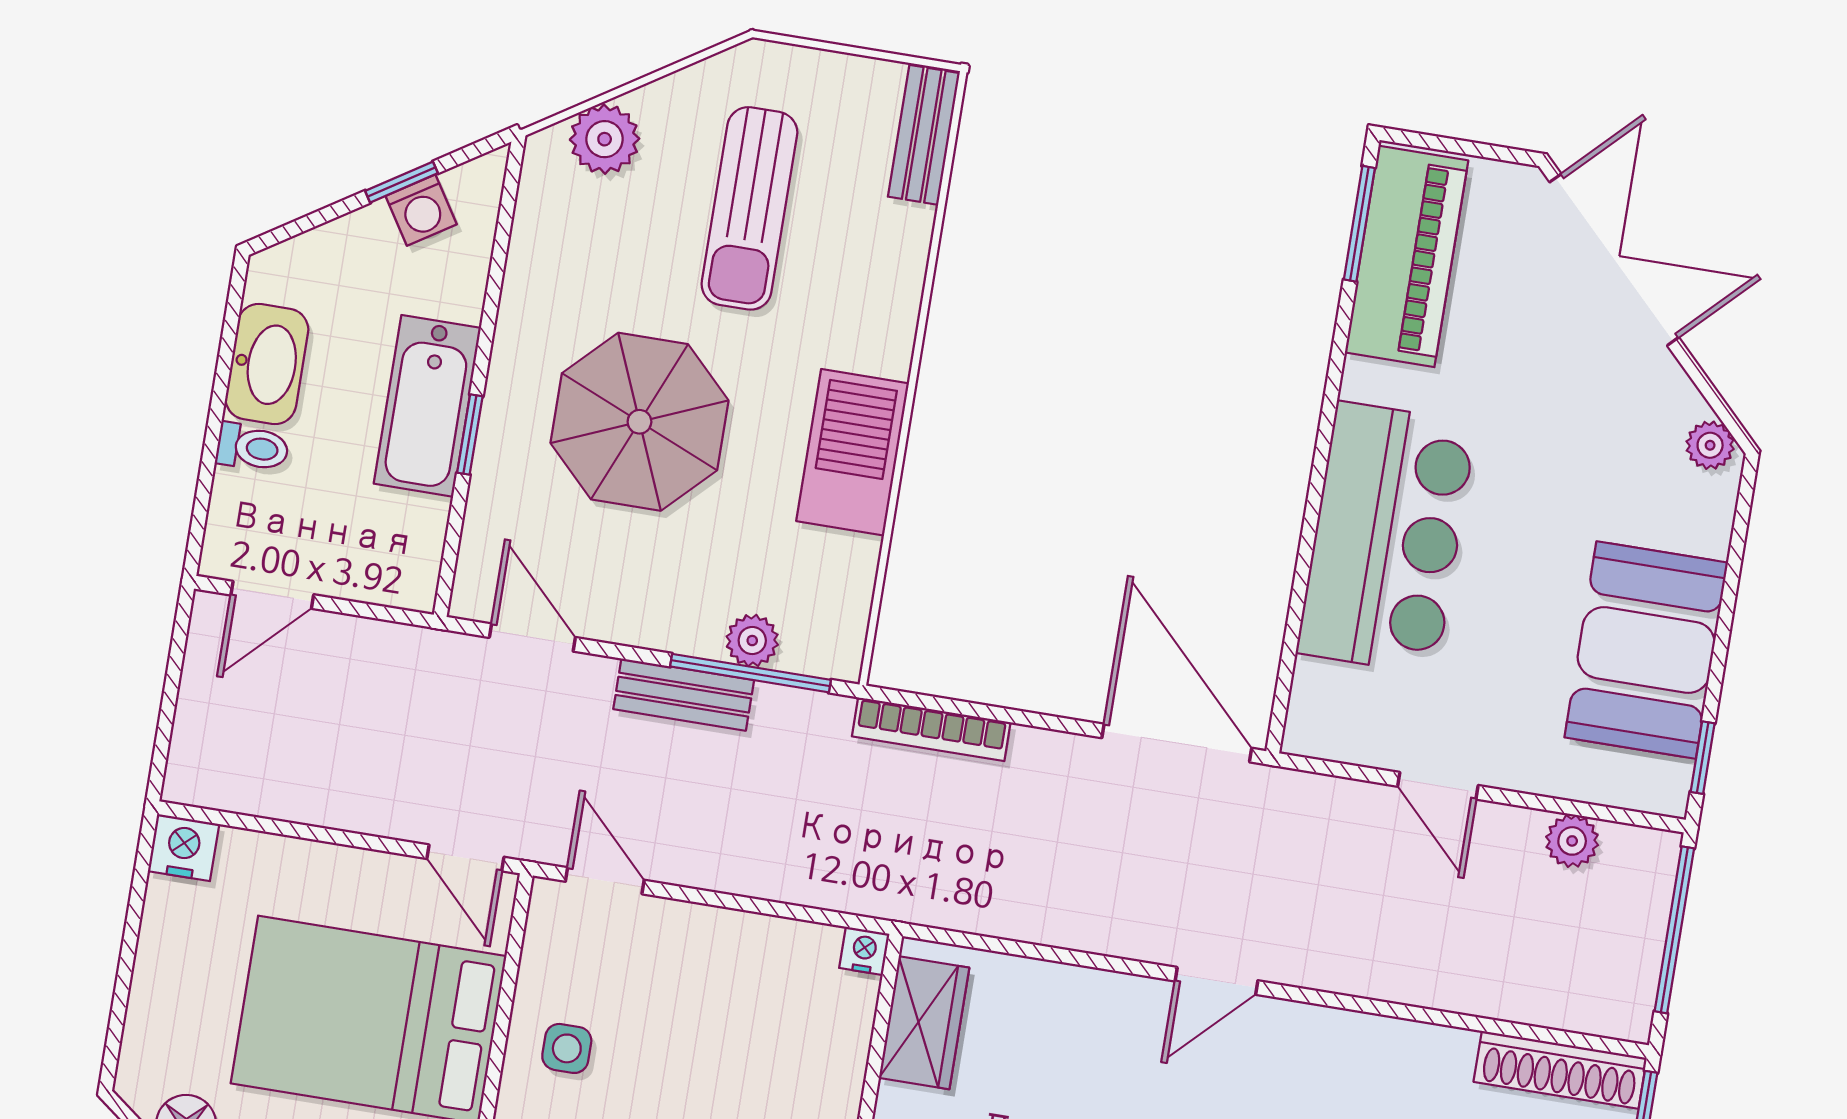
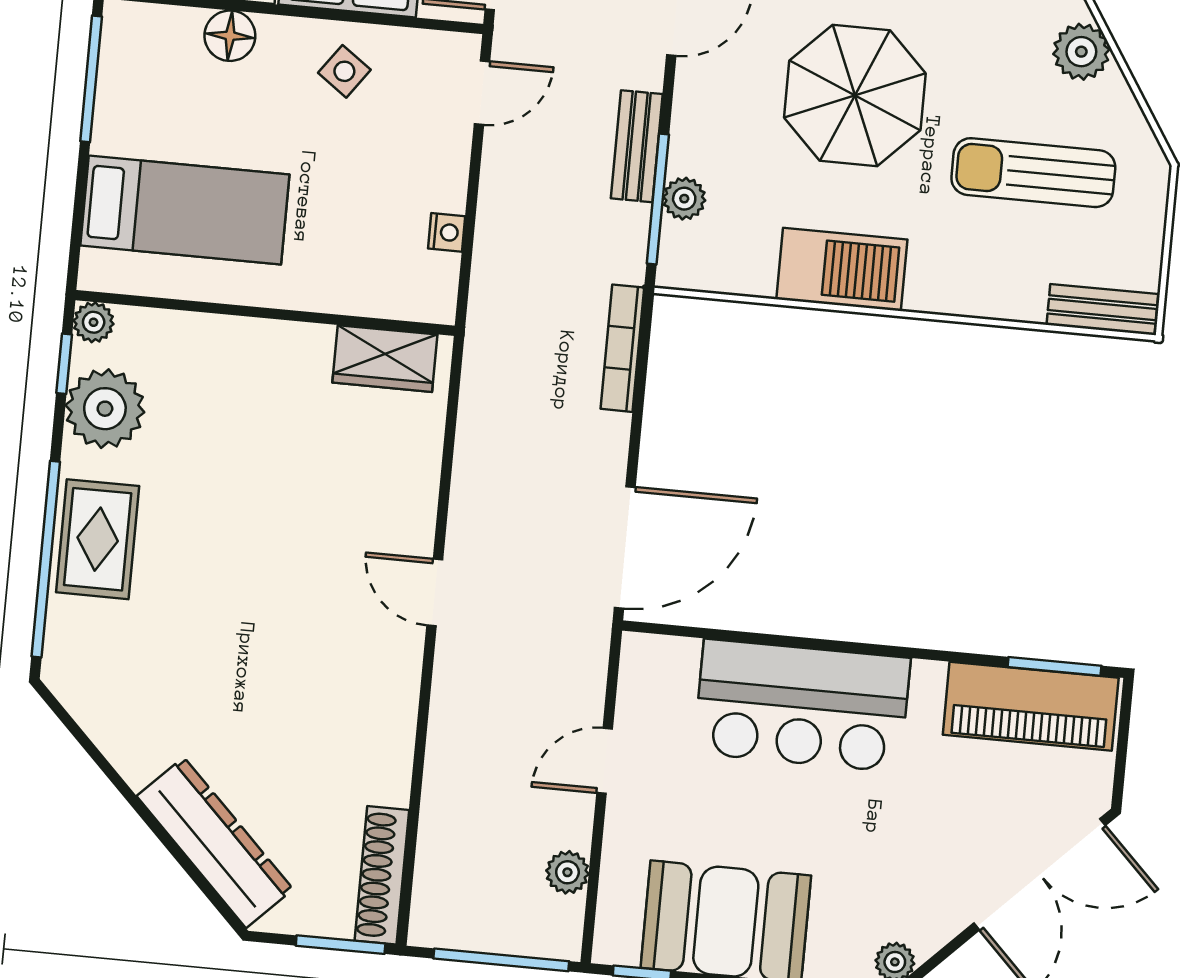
nightstand: (864, 951) -> (447, 232), moved
side table: (567, 1048) -> (344, 71), turned 36

